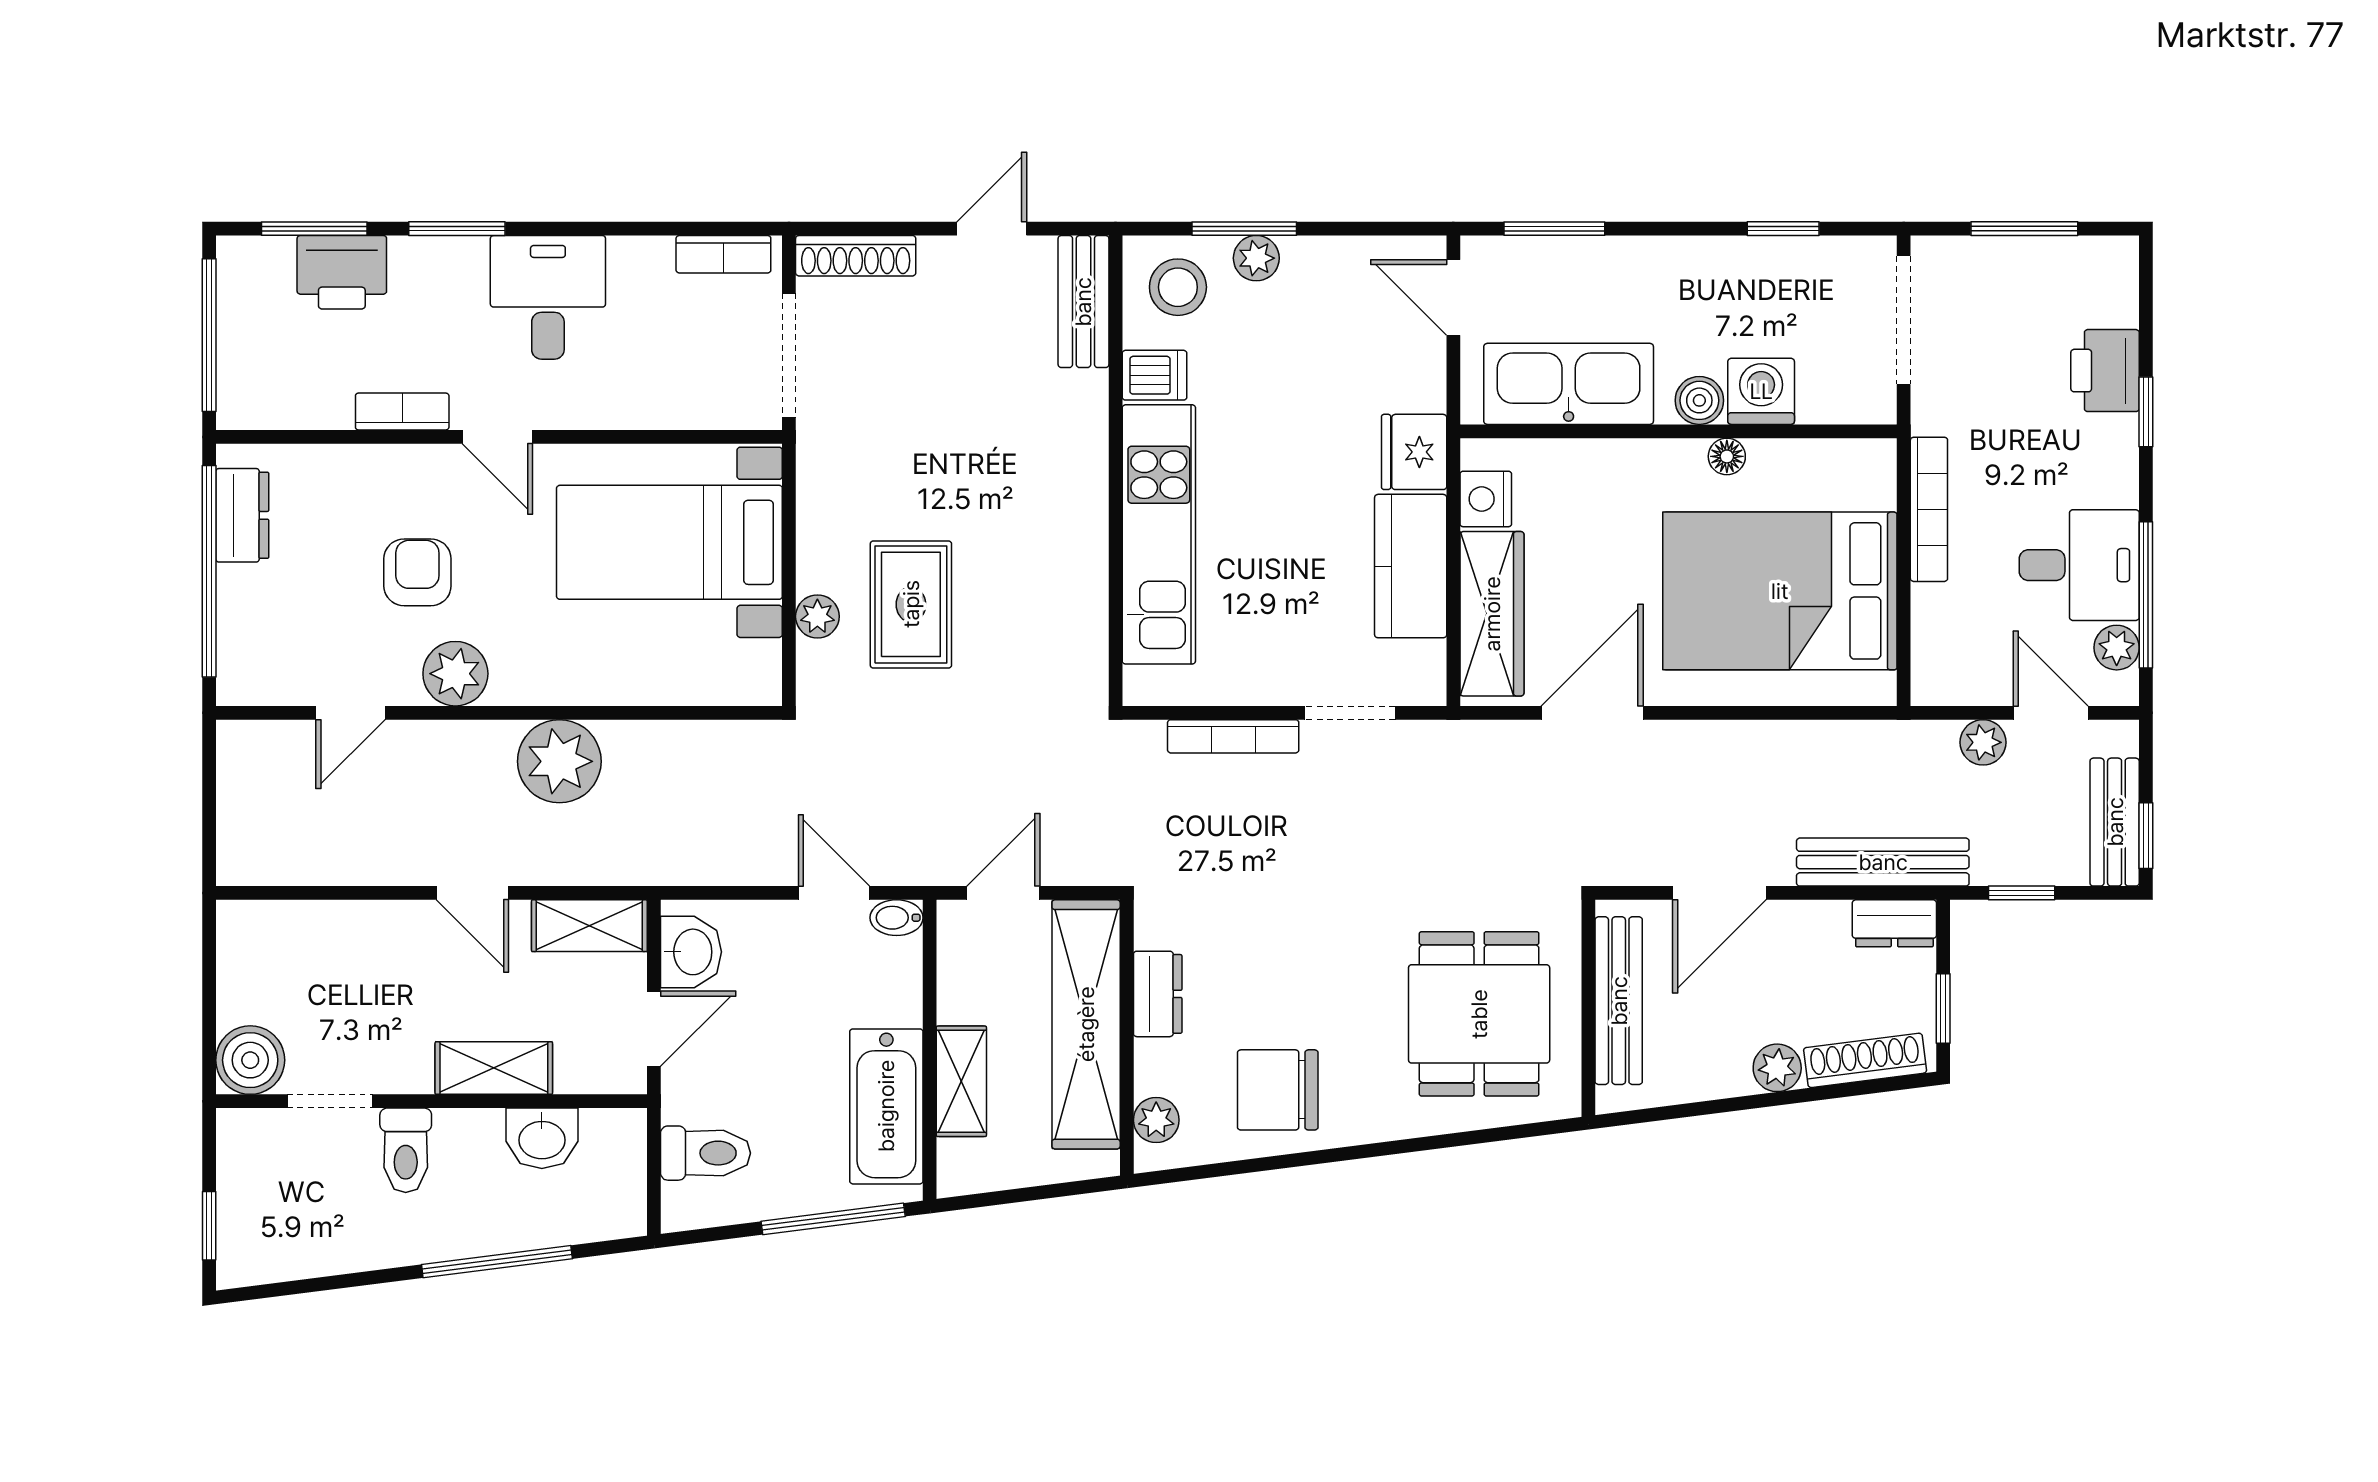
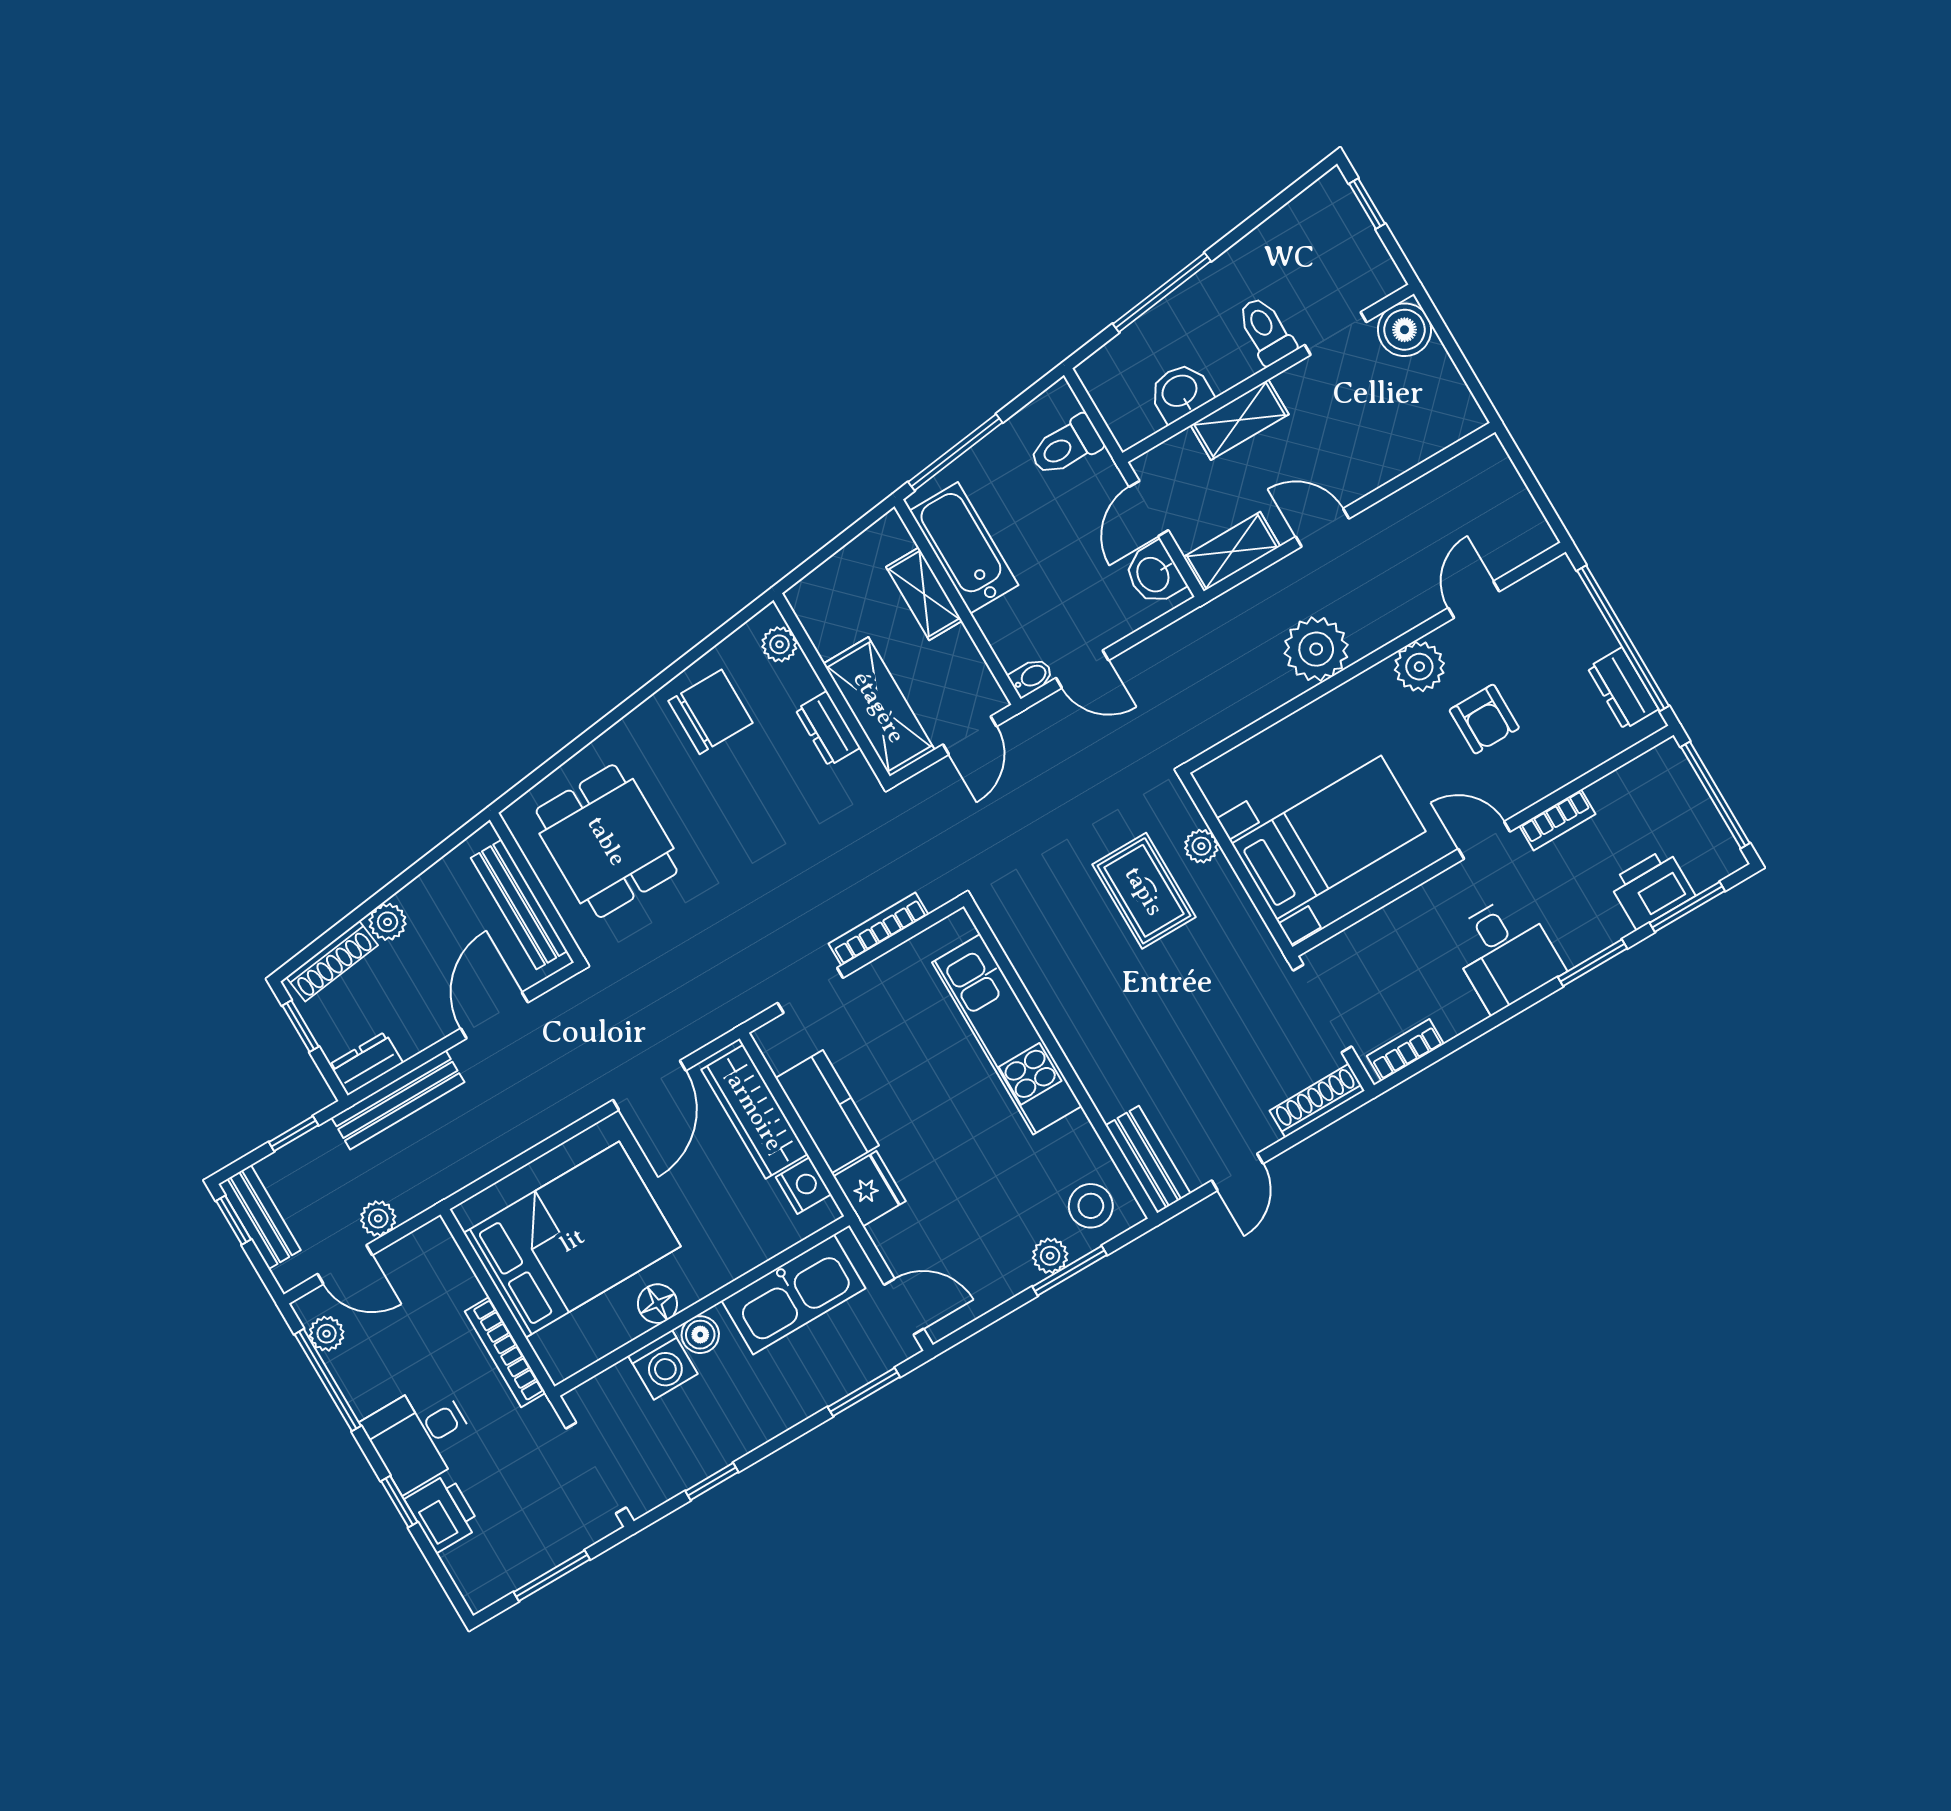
dishwasher: (1154, 375) -> (1072, 1138), removed
floor lamp: (1727, 456) -> (657, 1304), width x1.37, depth x1.37
desk: (2079, 565) -> (420, 1436), moved
shelving: (1086, 1024) -> (879, 707), width x0.68

